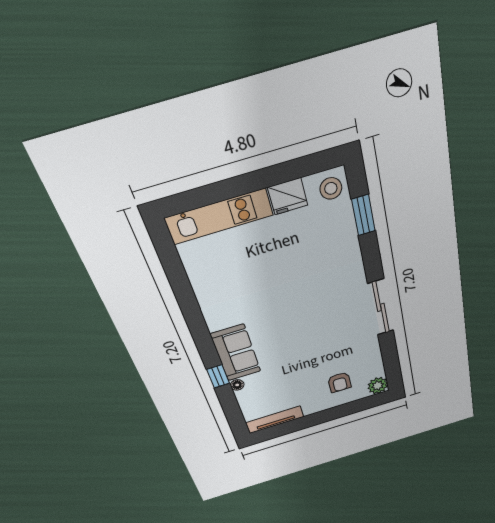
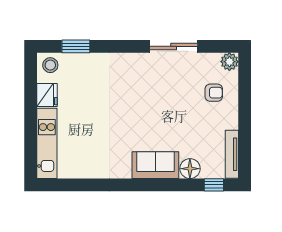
sliding door: (381, 307) -> (174, 46), moved
window: (218, 376) -> (214, 185), moved
floor lamp: (237, 385) -> (190, 169), width x1.89, depth x1.89

